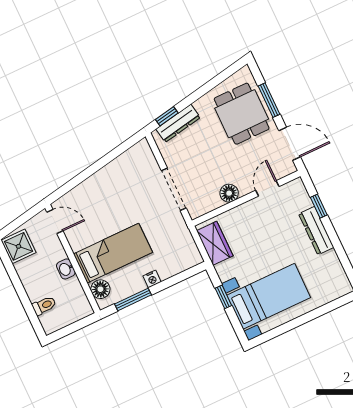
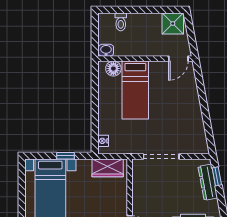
floor lamp: (229, 193) -> (139, 195), removed
washbasin: (66, 269) -> (106, 50), moved
nightstand: (152, 279) -> (103, 141), moved
window: (133, 299) -> (95, 89), removed

